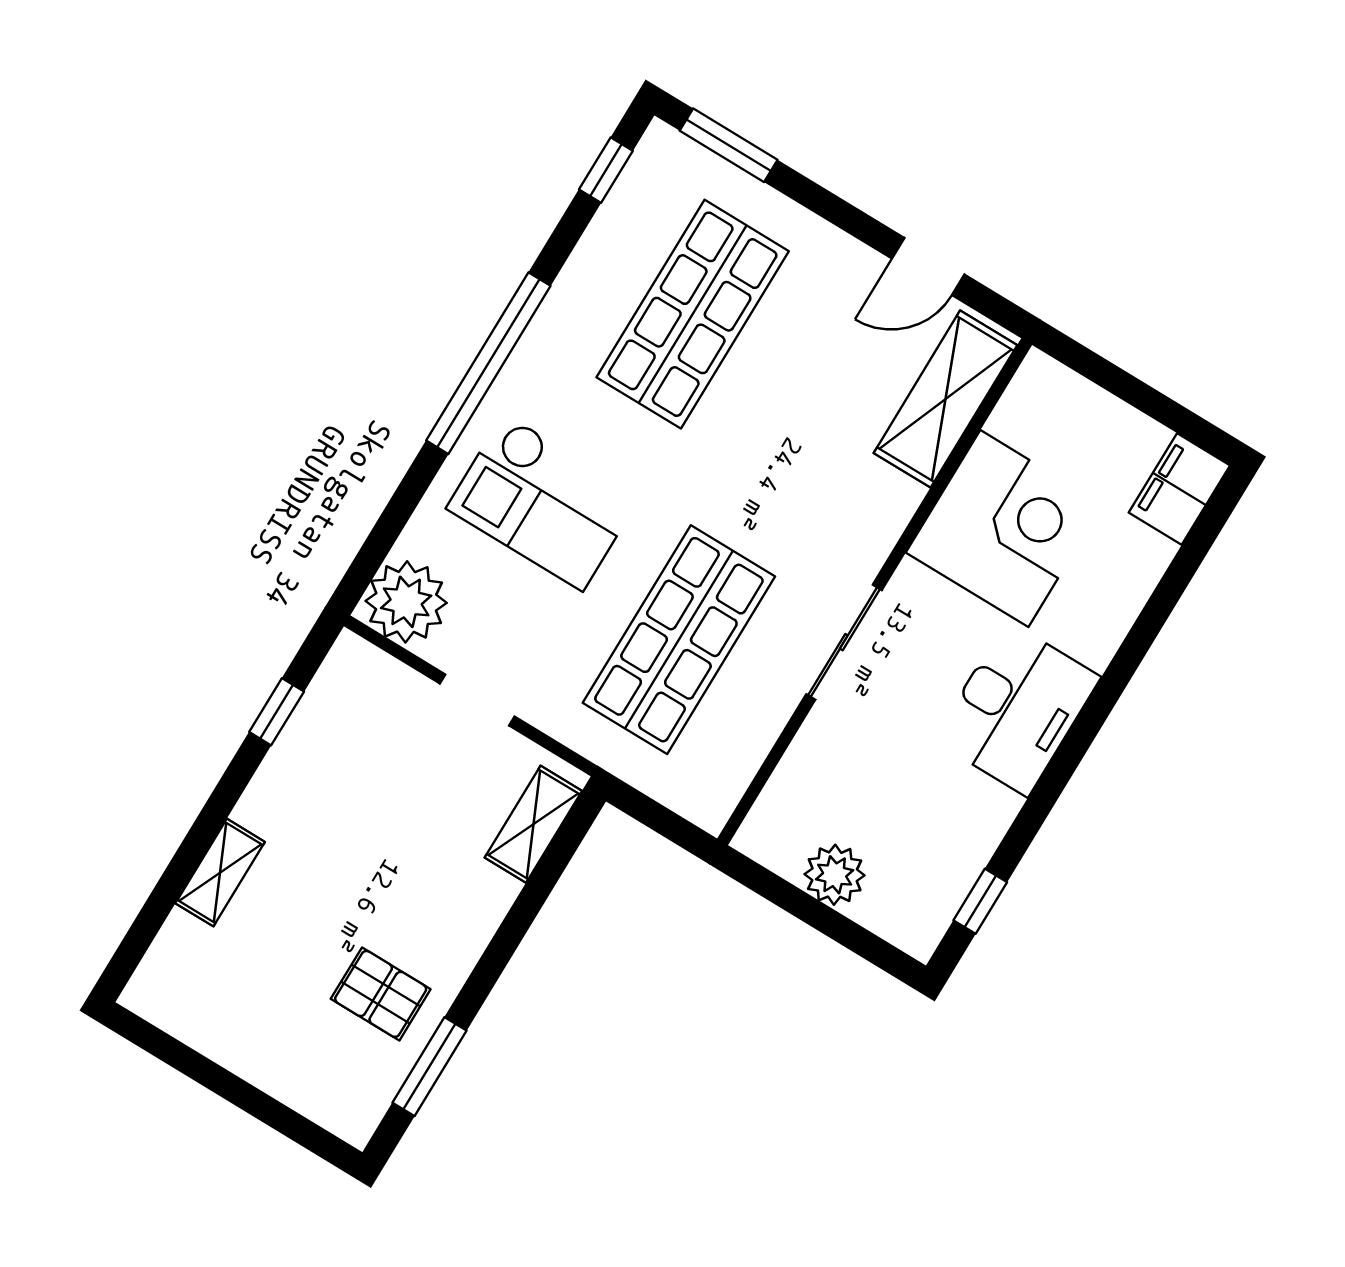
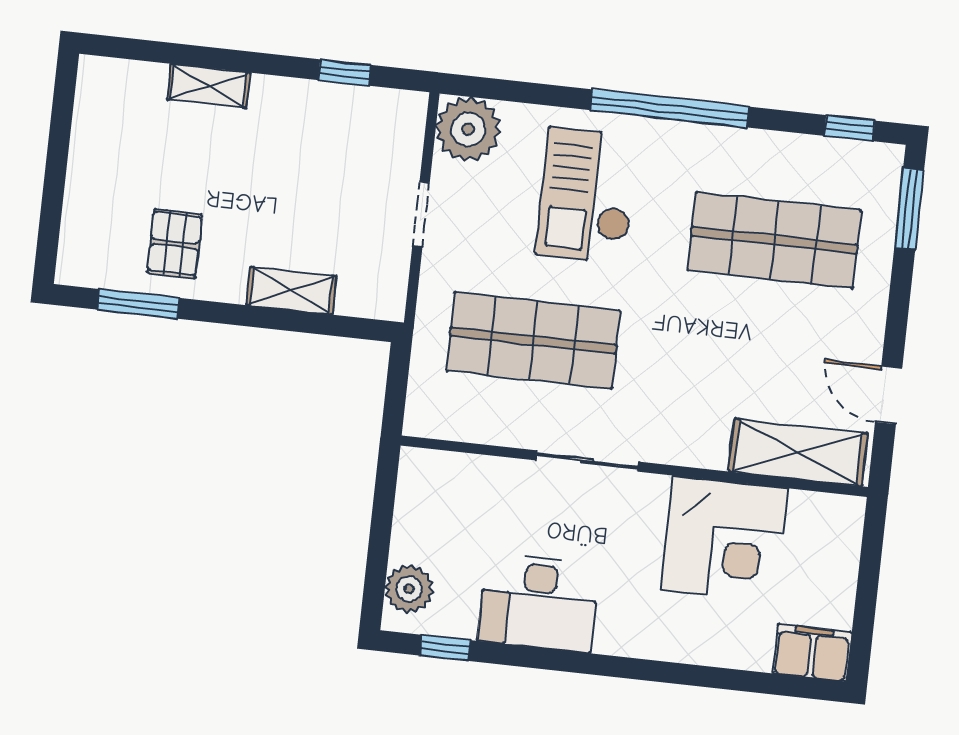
desk: (1017, 709) -> (538, 603), moved
shelving: (533, 824) -> (291, 291), moved
plant: (835, 875) -> (409, 589), moved

